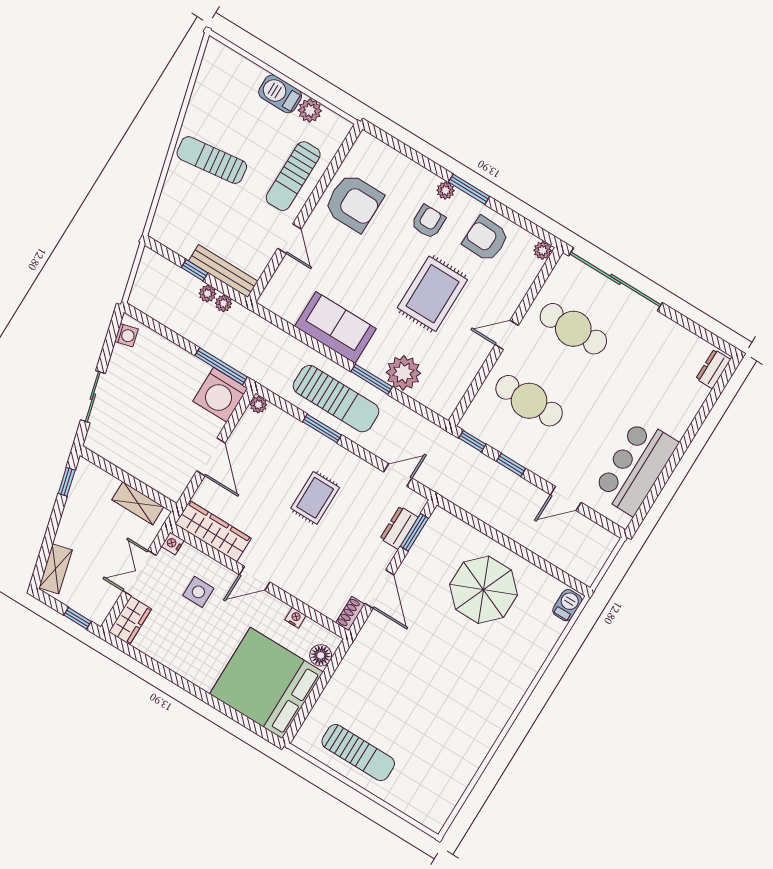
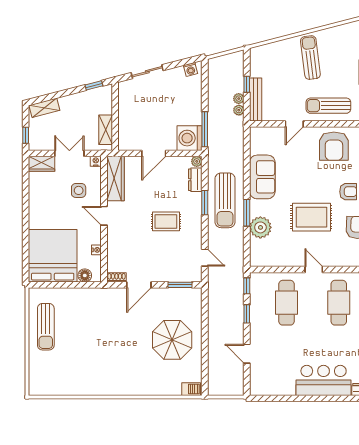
bar counter: (636, 467) -> (324, 380), moved
dresser: (399, 528) -> (195, 180), moved, turned -90

